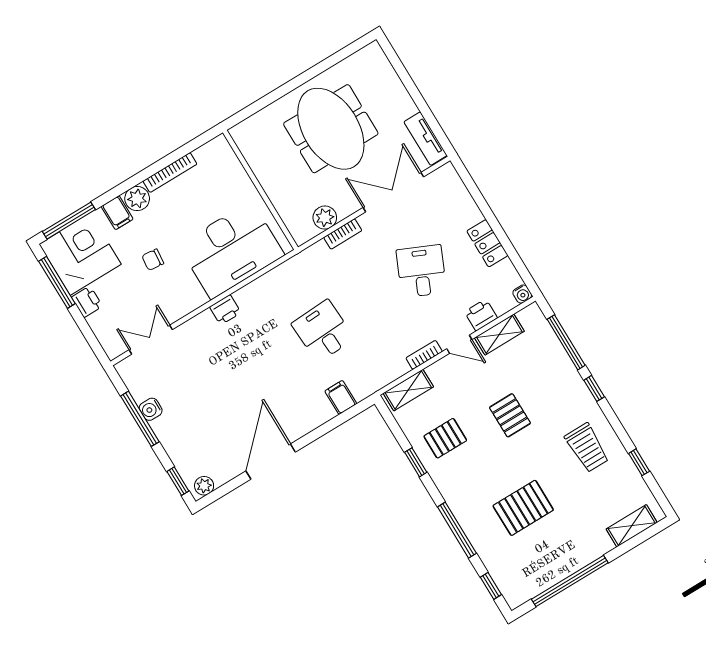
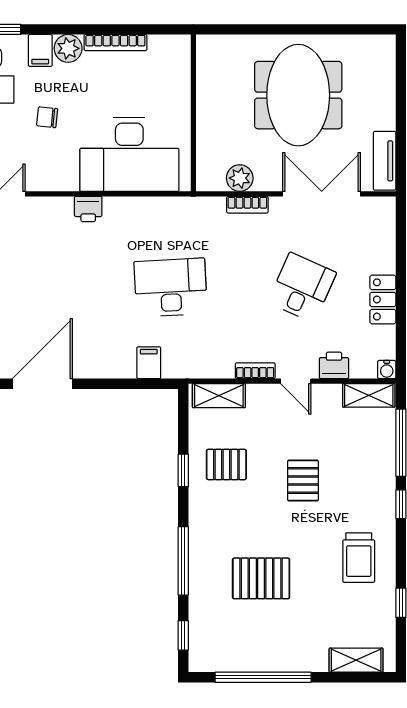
desk: (323, 331) -> (171, 288), width x1.37
shelving: (499, 335) -> (369, 395), moved

